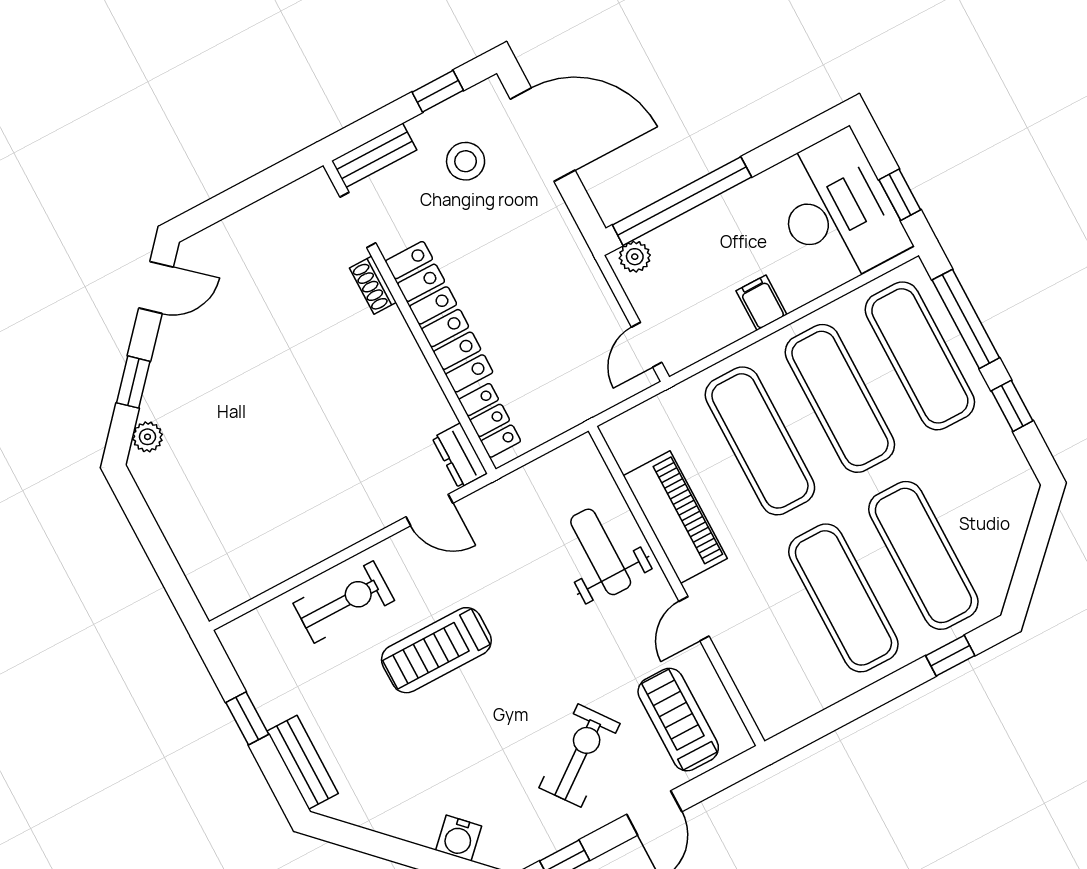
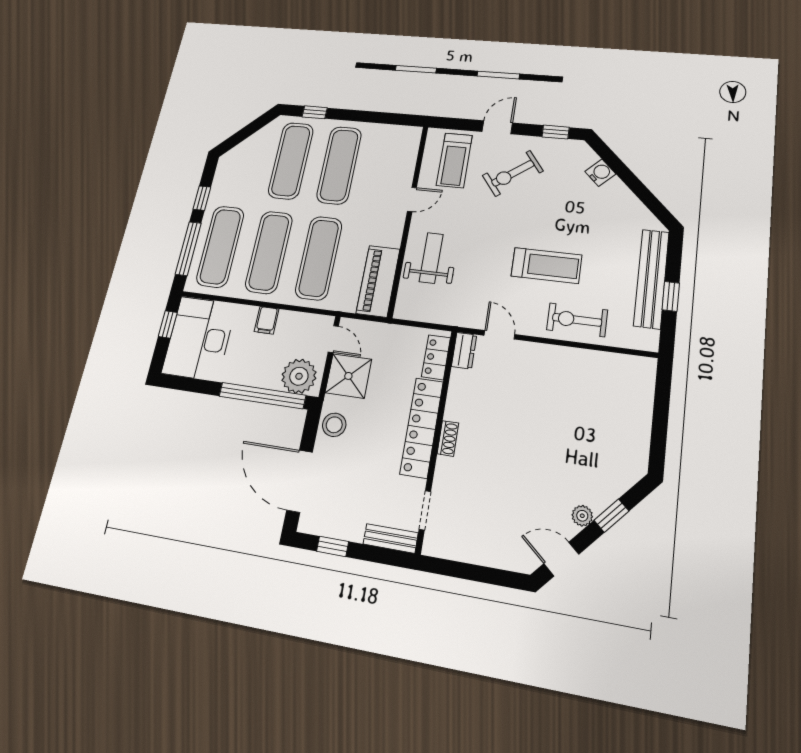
stool: (466, 161) -> (334, 425), moved
plant: (635, 257) -> (299, 376), width x1.87, depth x1.87
shoe rack: (373, 285) -> (448, 438), moved
shower: (587, 312) -> (348, 376), added
door: (647, 345) -> (333, 339), hinge flipped
plant: (147, 437) -> (582, 516), moved
piano: (675, 517) -> (378, 281), moved
weight bench: (601, 552) -> (431, 258), turned 180
bench: (303, 762) -> (651, 279), width x1.86, depth x1.21

